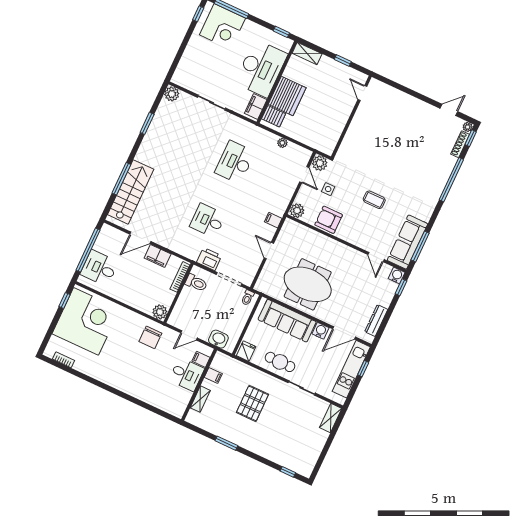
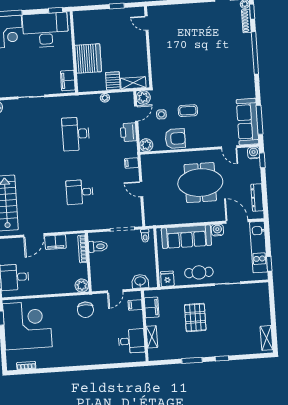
shelving: (307, 54) -> (133, 83), moved
desk: (261, 68) -> (45, 30), moved, turned -90
server rack: (274, 116) -> (113, 81), moved, turned -90
door: (304, 175) -> (136, 113), hinge flipped
coffee table: (374, 200) -> (188, 111), moved
armchair: (329, 220) -> (175, 139), turned 180
printer: (209, 259) -> (128, 132), moved, turned -90
meeting table: (308, 284) -> (200, 183), moved
door: (344, 333) -> (237, 221), swing flipped
window: (363, 369) -> (269, 264), moved
desk: (187, 374) -> (132, 341), moved
filing cabinet: (213, 375) -> (152, 307), width x2.00
shelving: (331, 418) -> (266, 338), moved
window: (288, 472) -> (222, 358), moved

